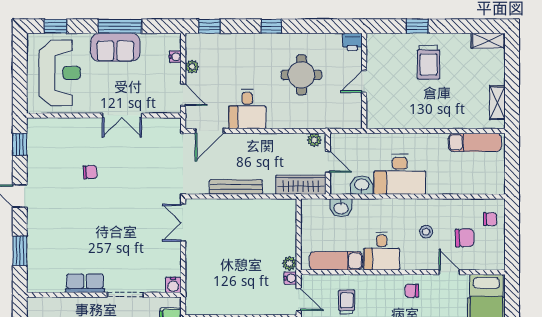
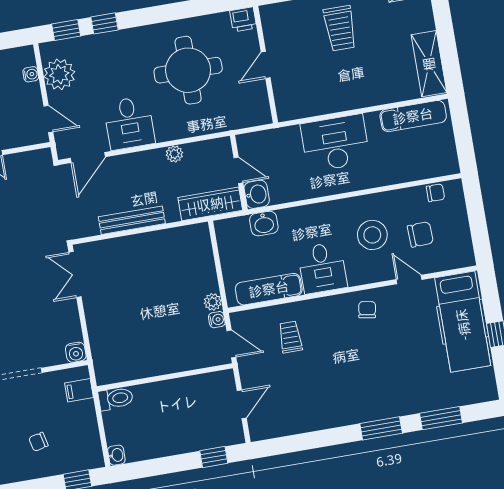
window: (271, 26) -> (104, 23), moved
plant: (192, 67) -> (59, 74), width x1.88, depth x1.88
round table: (301, 75) -> (188, 70), width x1.36, depth x1.36
shelving: (497, 103) -> (429, 64), width x1.50, depth x1.33
plant: (314, 140) -> (174, 154), moved
desk: (400, 174) -> (335, 143), moved, turned 180
washbasin: (362, 185) -> (257, 194), moved, turned 90
chair: (490, 219) -> (435, 193), moved
stool: (426, 232) -> (372, 235), width x1.89, depth x1.89
chair: (412, 291) -> (367, 310), turned 100

